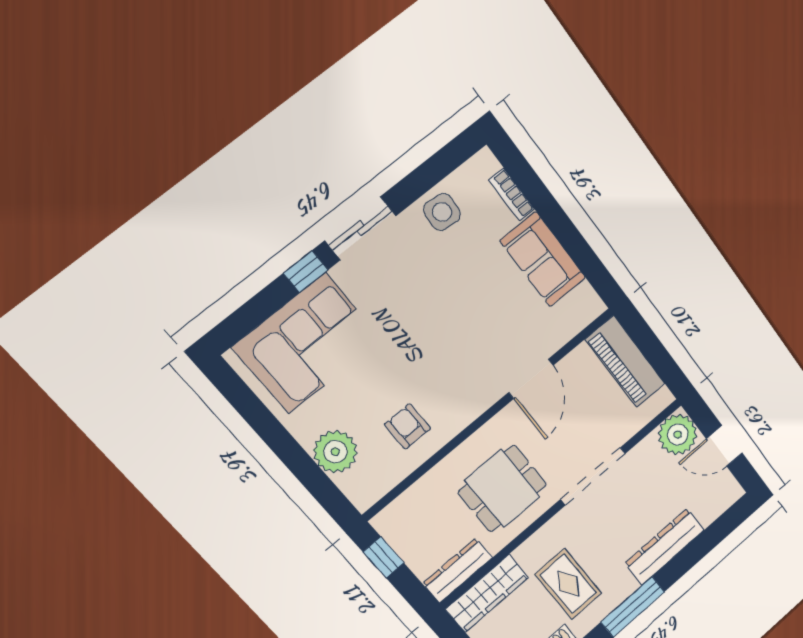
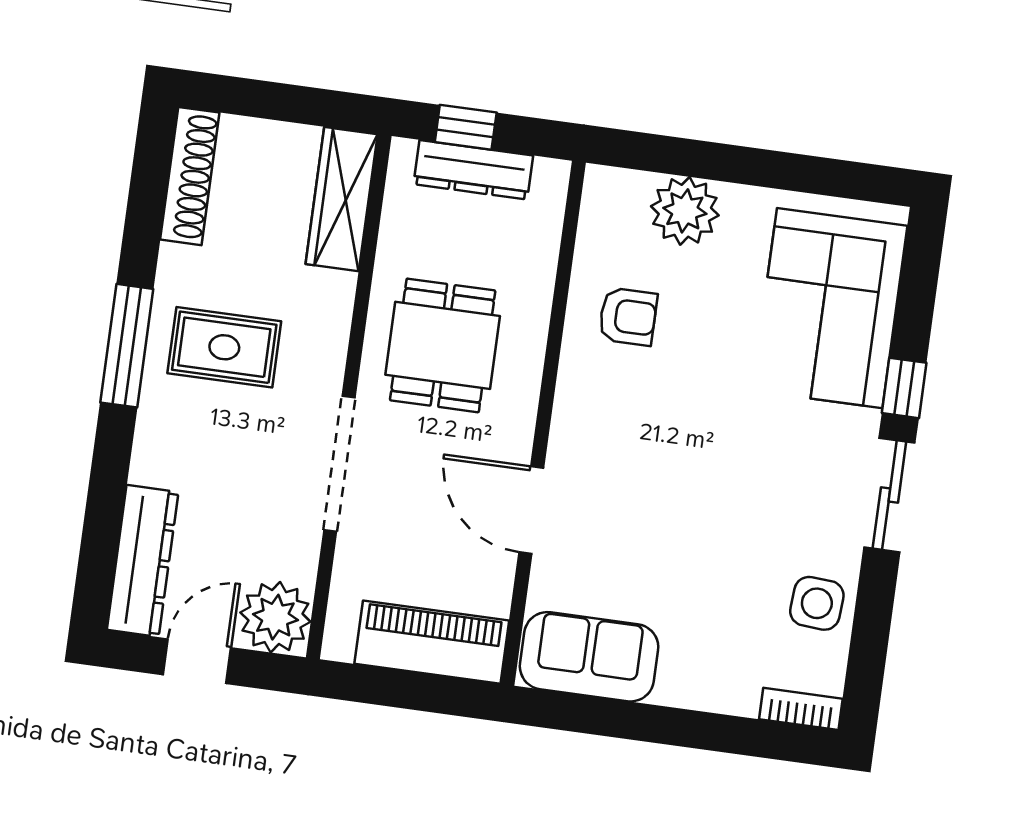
bookcase: (512, 195) -> (801, 709), moved
sofa: (543, 259) -> (589, 657), moved
dresser: (665, 547) -> (143, 561), moved
window: (384, 557) -> (466, 127), moved
dresser: (458, 570) -> (473, 170), moved, turned 90
rug: (568, 584) -> (224, 347), moved

